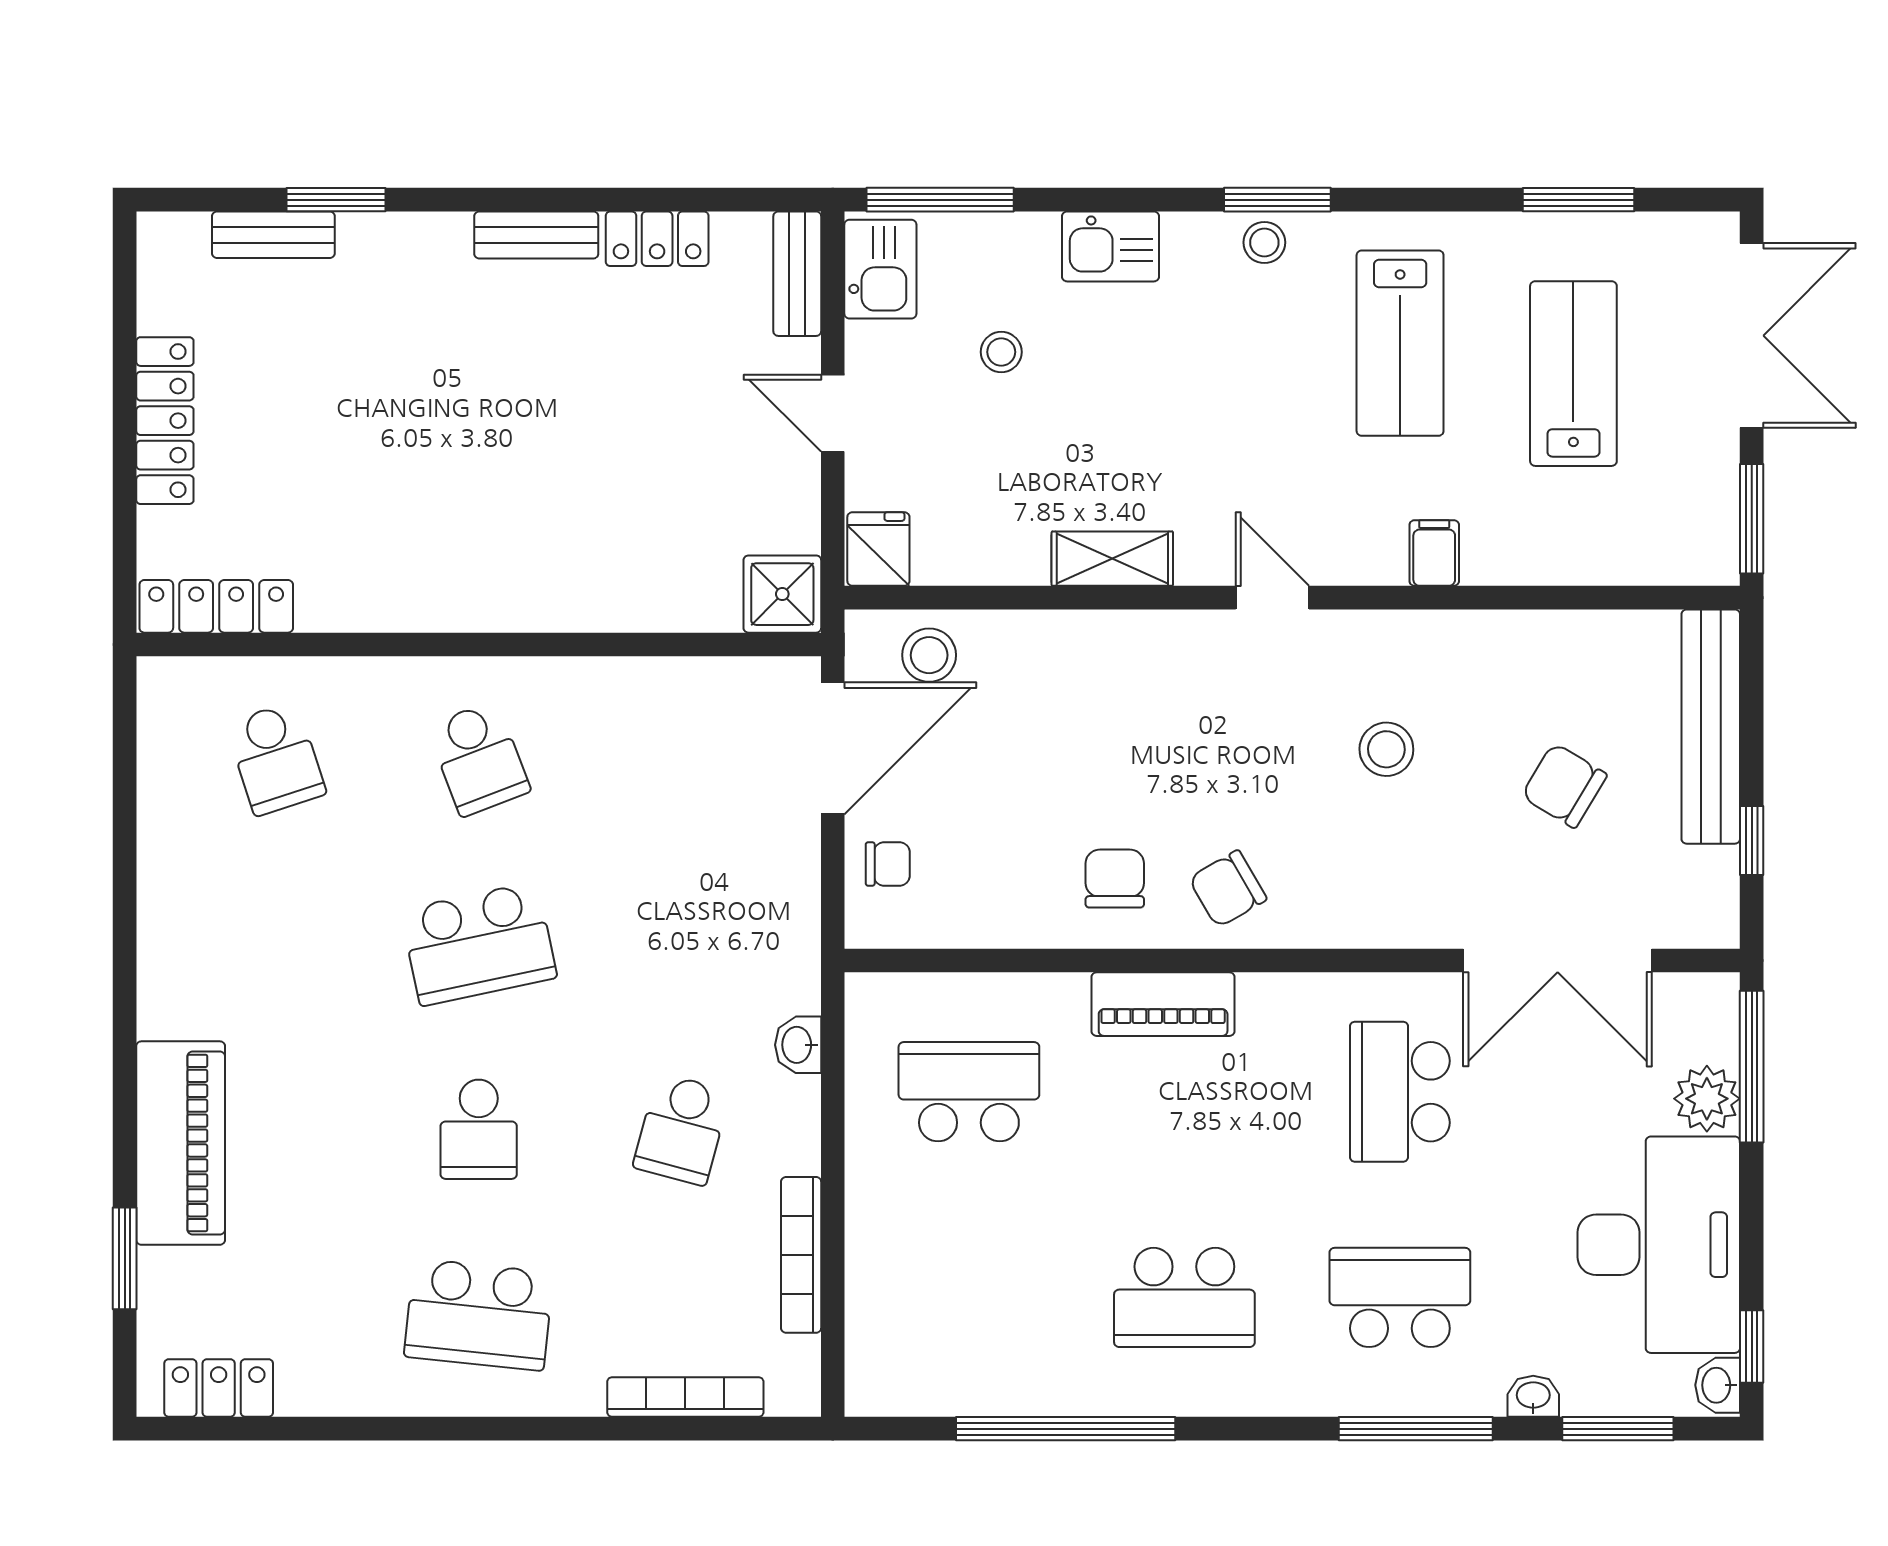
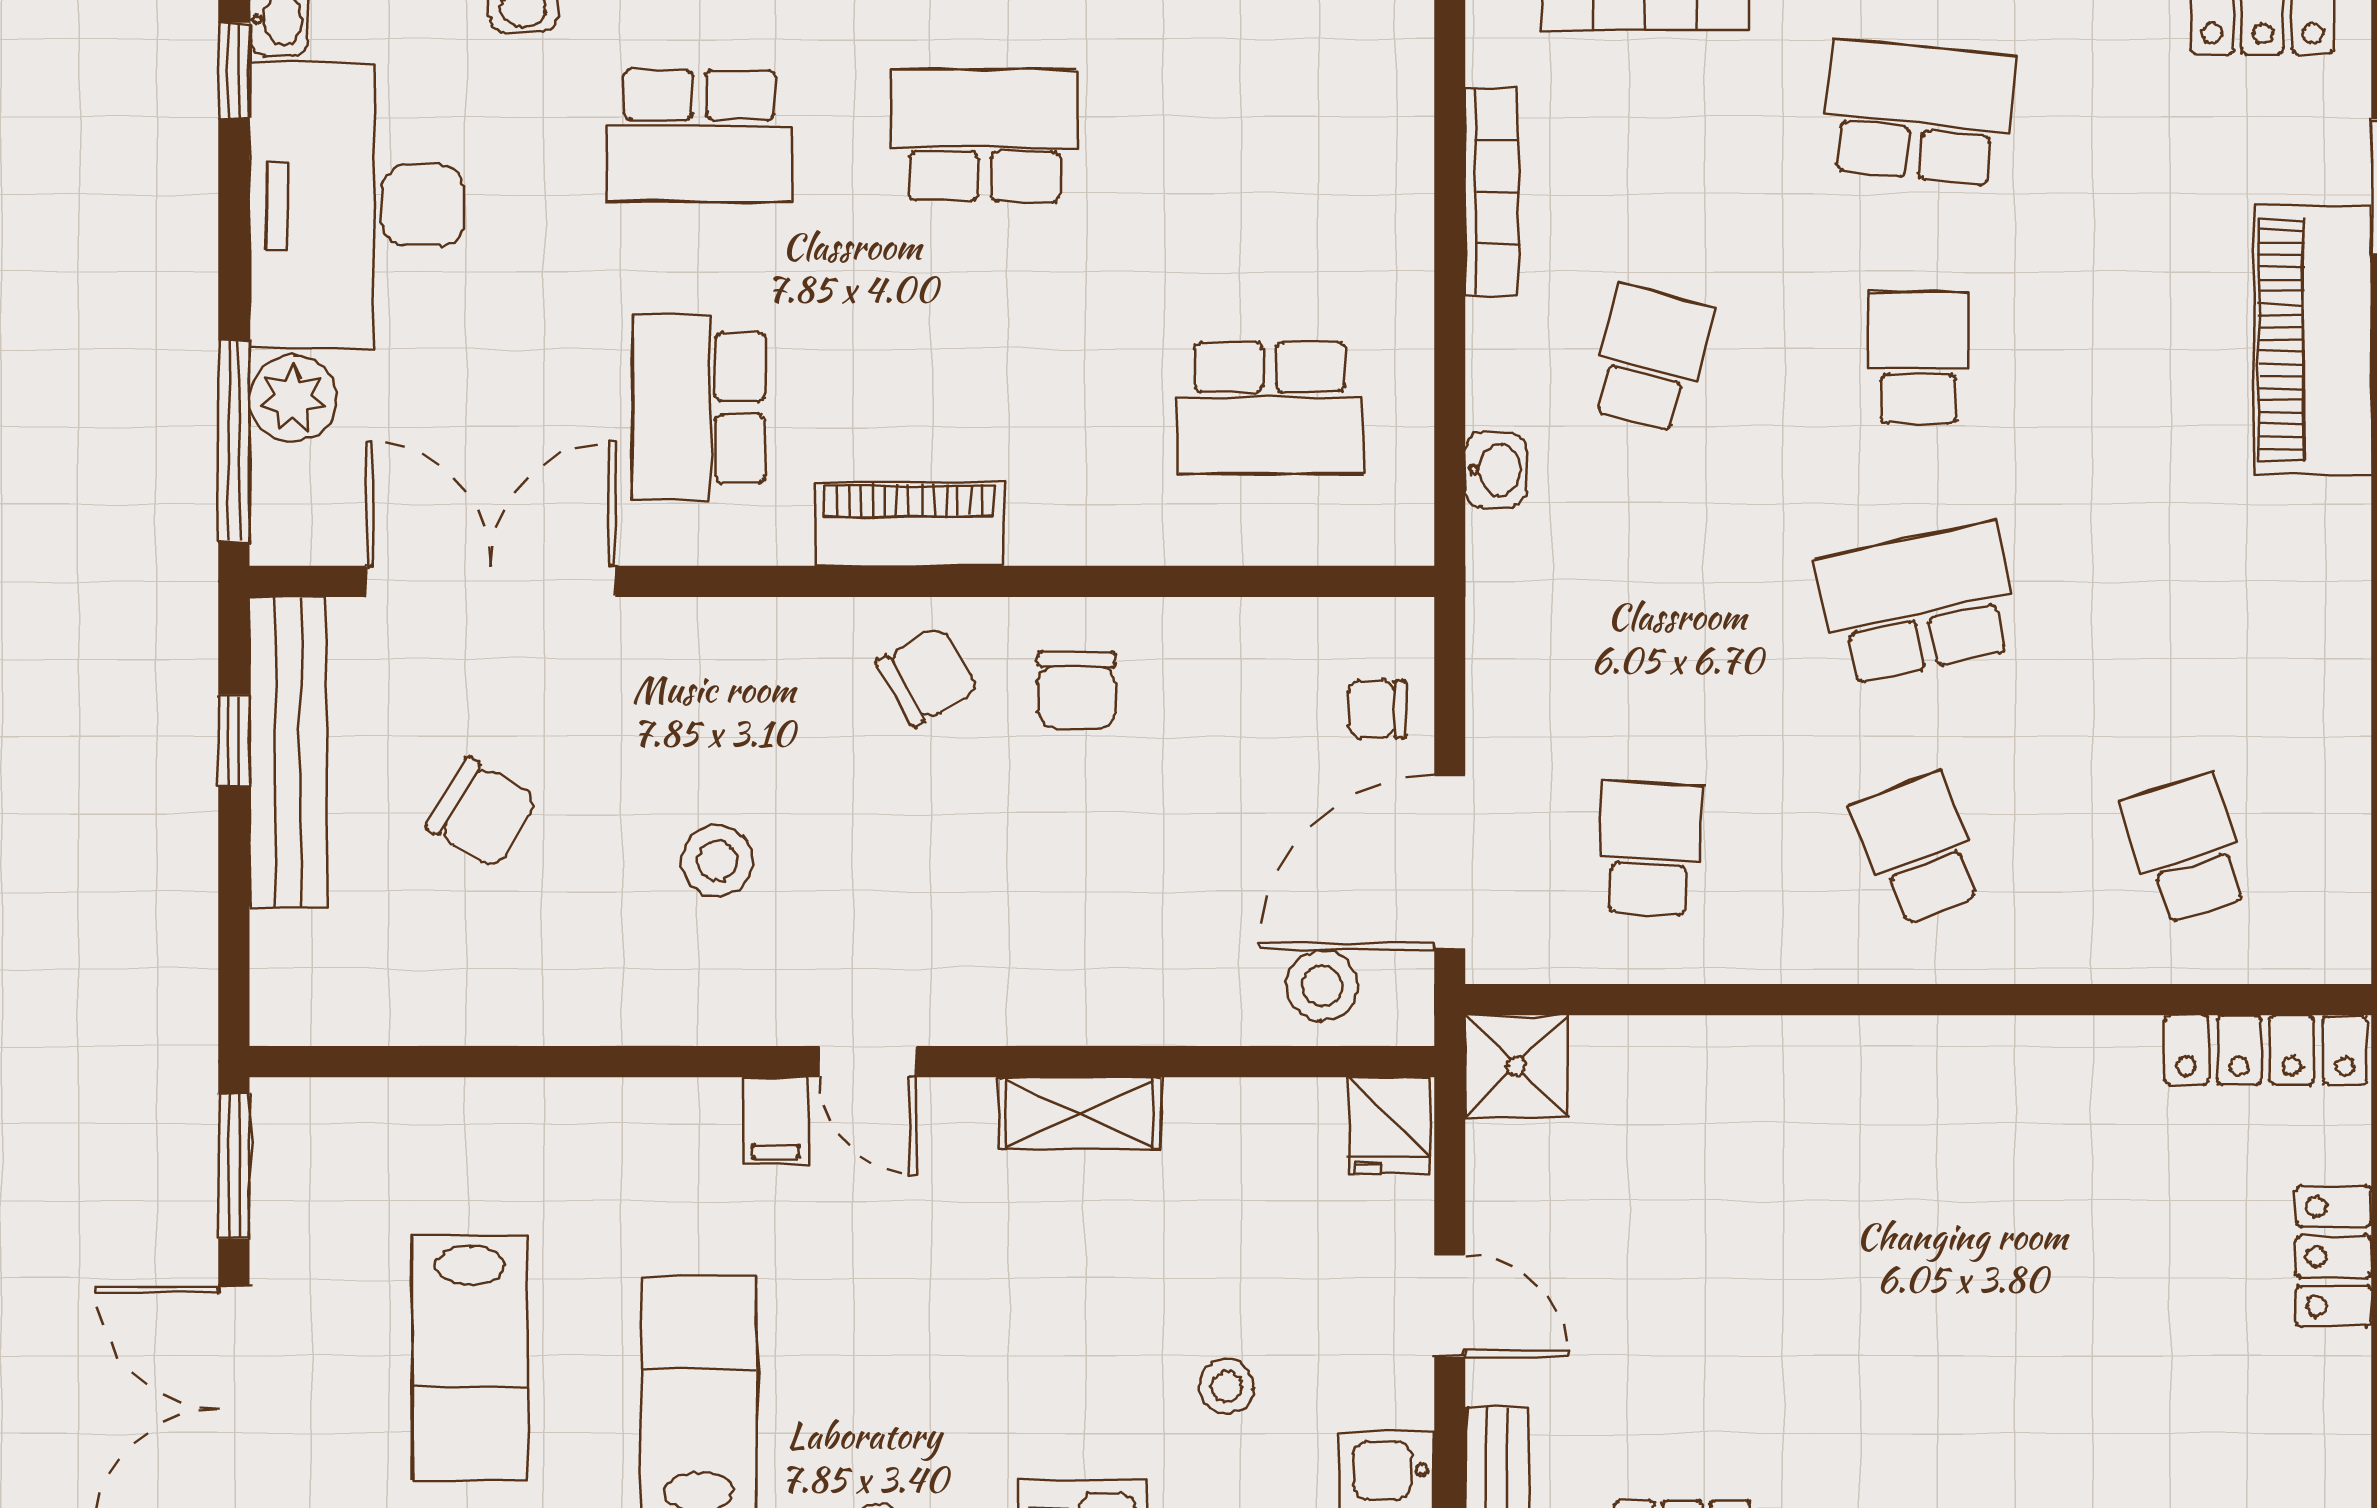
locker: (165, 421) -> (2333, 1256), width x0.66
filing cabinet: (1434, 553) -> (776, 1121), moved
bench: (1711, 727) -> (288, 752), moved
school desk: (682, 759) -> (1650, 849), added
piano: (1163, 1004) -> (910, 524), moved
school desk: (1400, 1092) -> (699, 408), turned 180

